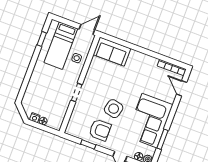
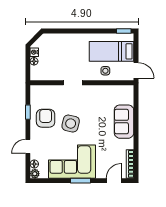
window: (42, 39) -> (124, 31), moved
sofa: (112, 52) -> (124, 122), moved
armchair: (100, 130) -> (46, 118), turned 180
window: (163, 139) -> (80, 181), moved

